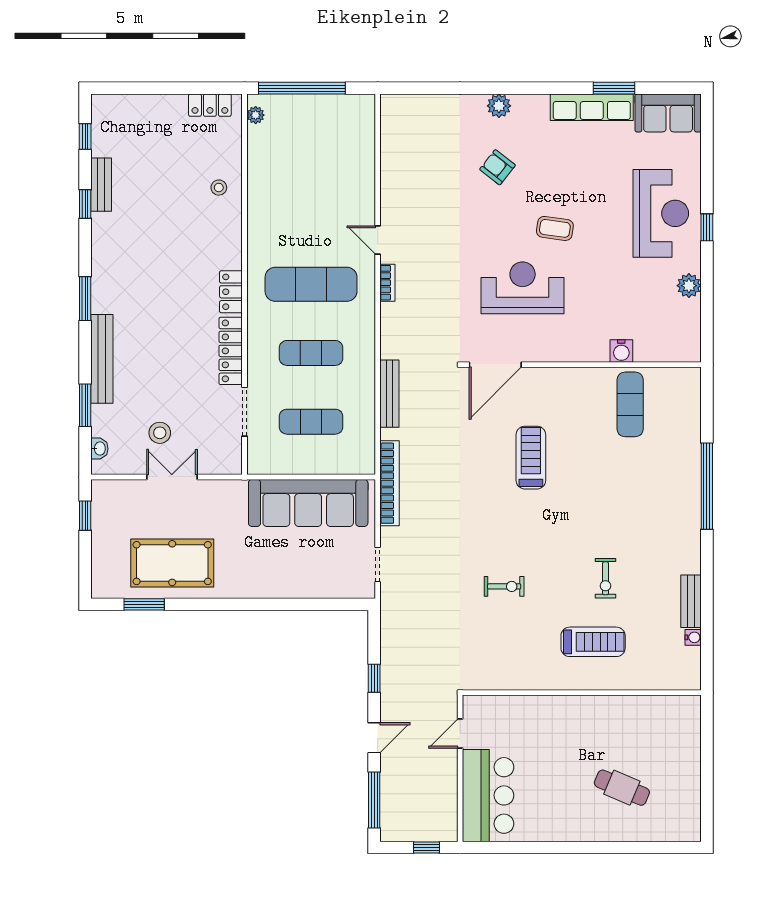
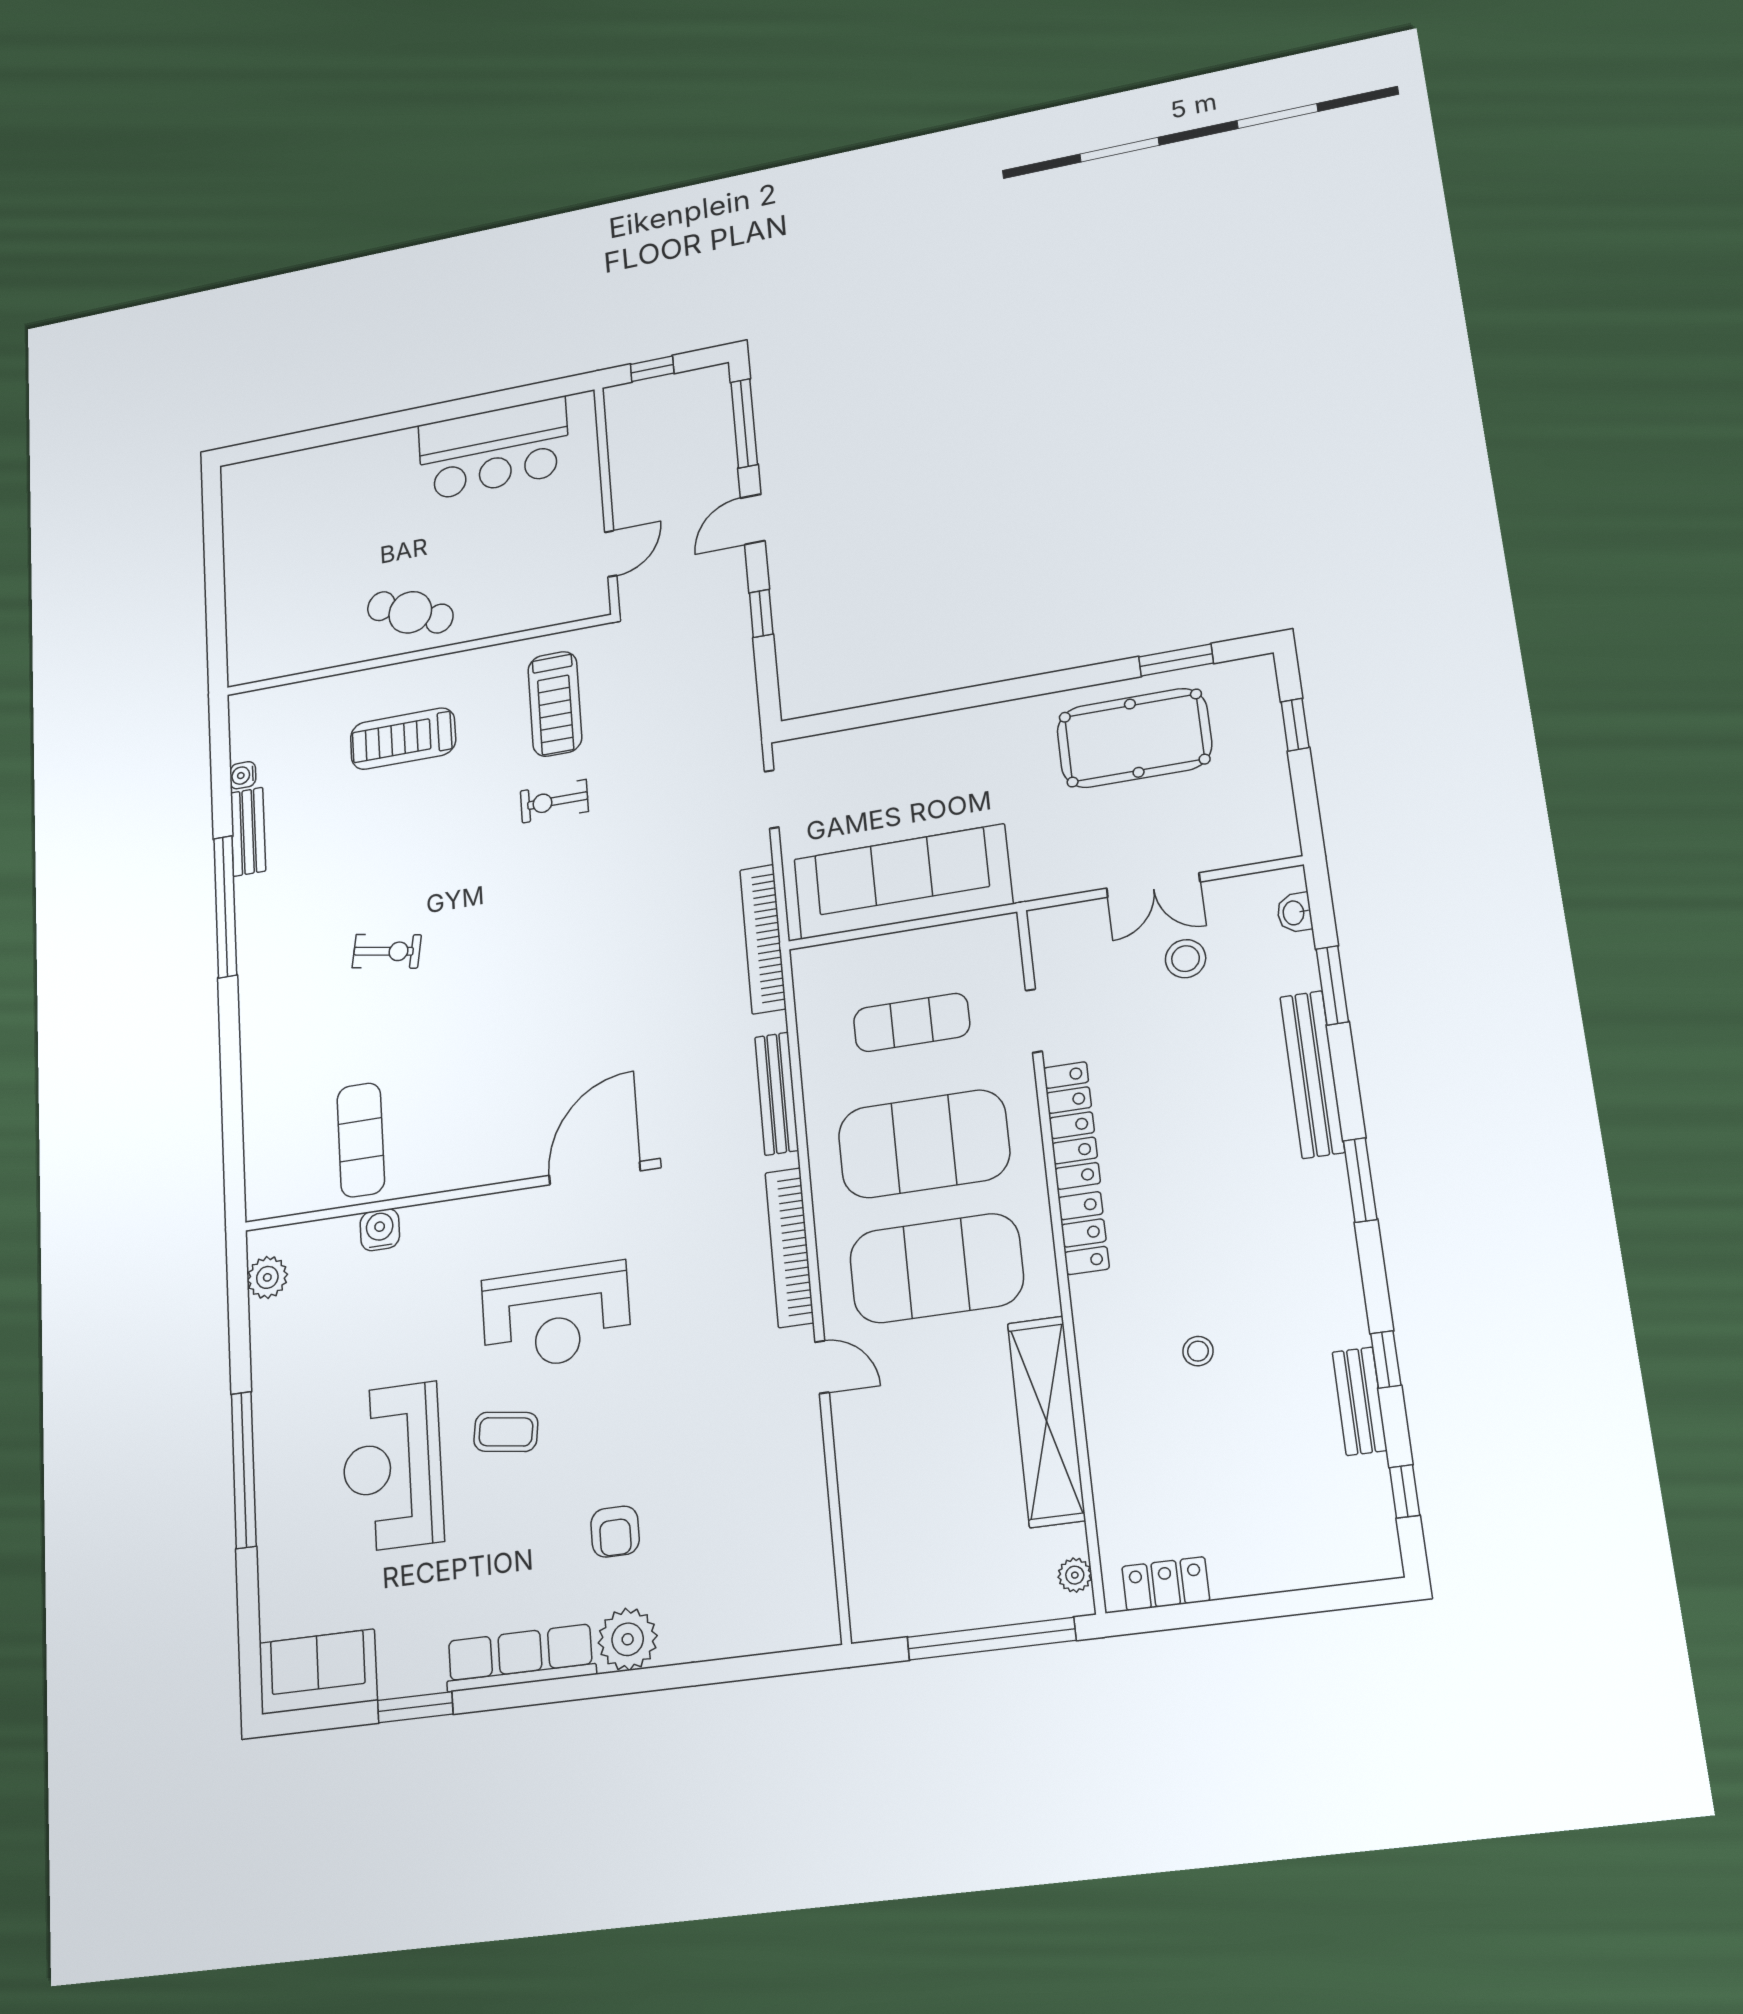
plant: (499, 106) -> (628, 1639), width x1.36, depth x1.36
row of seats: (592, 107) -> (520, 1658), moved
armchair: (497, 167) -> (615, 1532), turned 52
stool: (219, 188) -> (1198, 1351), moved
shelving: (261, 195) -> (1046, 1421), added
reception desk: (661, 213) -> (392, 1467), moved
window: (707, 227) -> (244, 1470), width x3.17
bookcase: (387, 283) -> (789, 1247), width x2.31, depth x1.31
exercise mat: (311, 284) -> (936, 1268), width x1.47
plant: (689, 286) -> (267, 1277), moved
exercise mat: (311, 353) -> (924, 1144), width x2.00, depth x1.45
doorway: (245, 412) -> (1034, 1021), width x0.73
treadmill: (531, 458) -> (555, 704), moved
window: (707, 486) -> (225, 907), moved
window: (85, 516) -> (1295, 725), moved
exercise bike: (606, 578) -> (387, 951), moved, turned 100
cafe table: (622, 788) -> (410, 612), moved
bar counter: (488, 795) -> (494, 449), moved, turned -90

